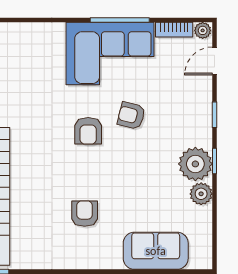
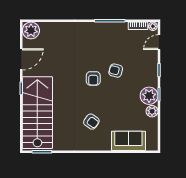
corner sofa: (110, 54) -> (105, 38), removed
armchair: (85, 214) -> (91, 122), turned 125

